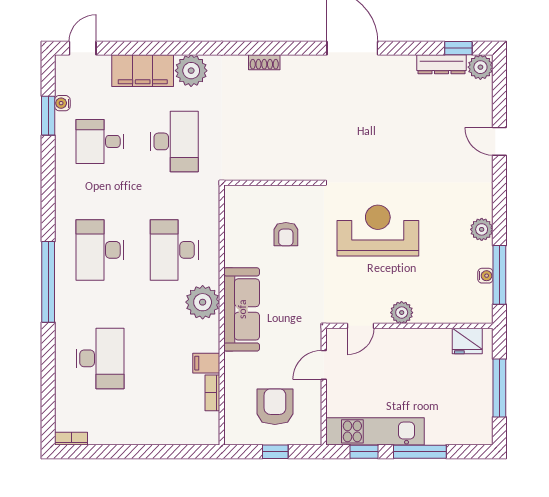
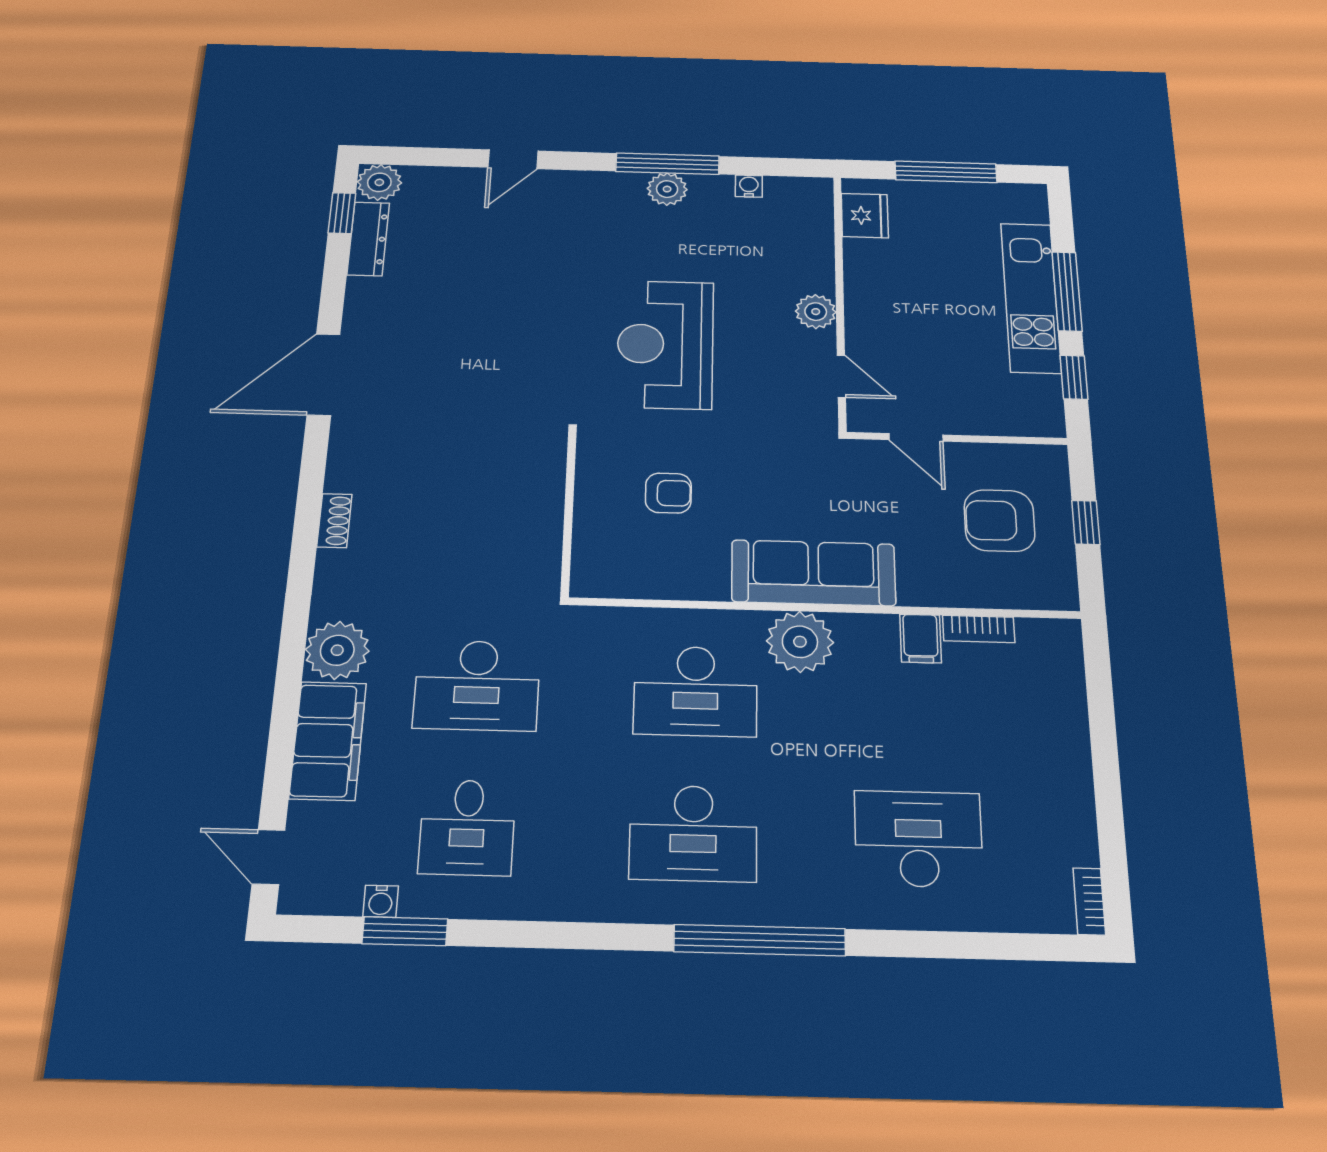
desk: (174, 141) -> (477, 685), turned 180
window: (499, 275) -> (668, 164), moved
kitchen unit: (375, 431) -> (1031, 297), moved

